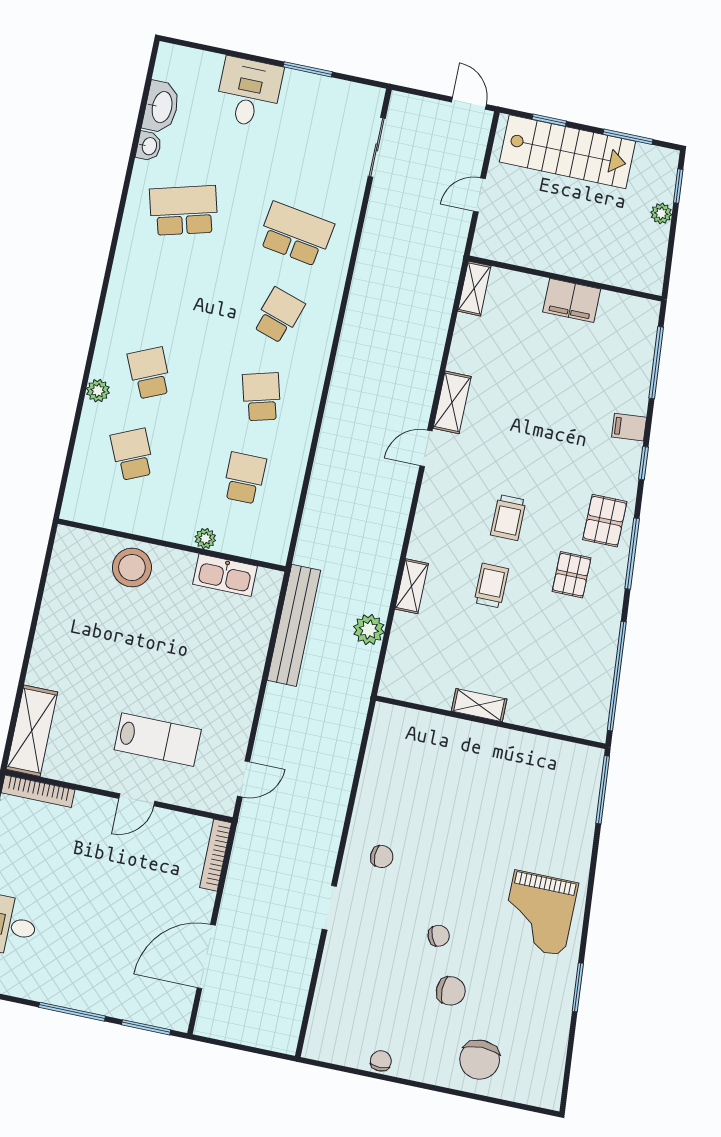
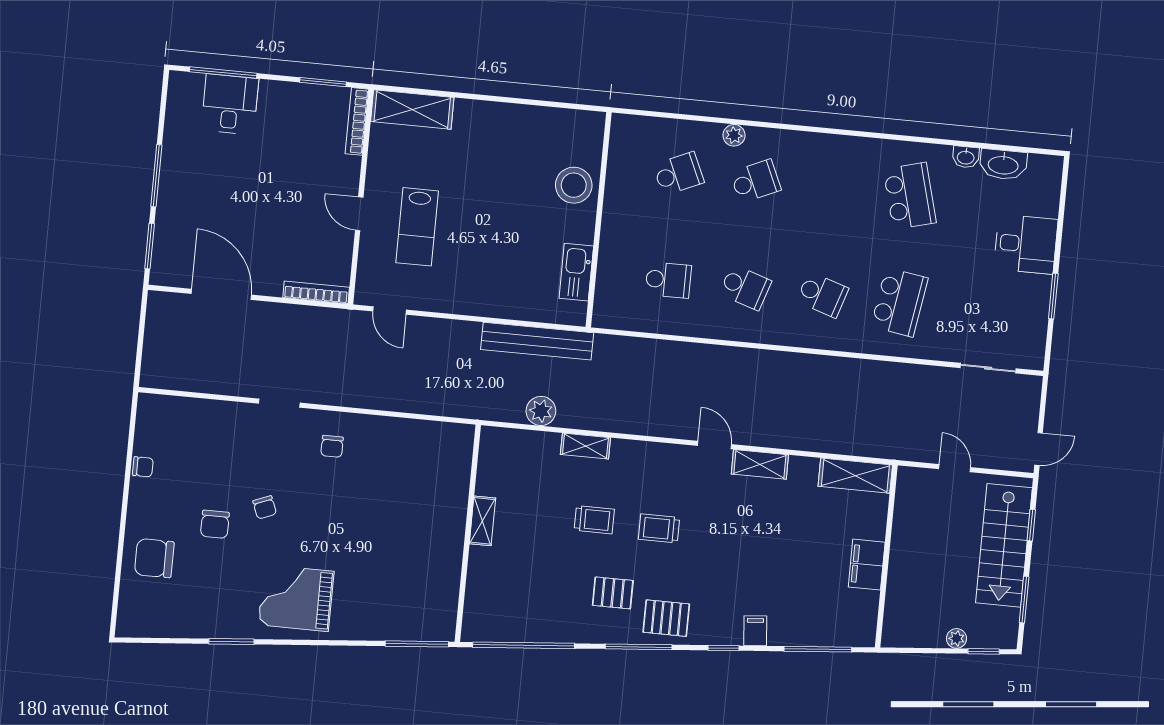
shelving: (474, 288) -> (855, 476), width x1.50, depth x1.33
school desk: (262, 397) -> (745, 287), turned 33
plant: (205, 538) -> (608, 250), removed

